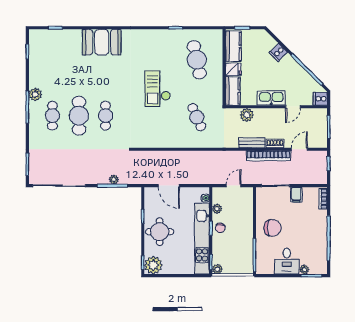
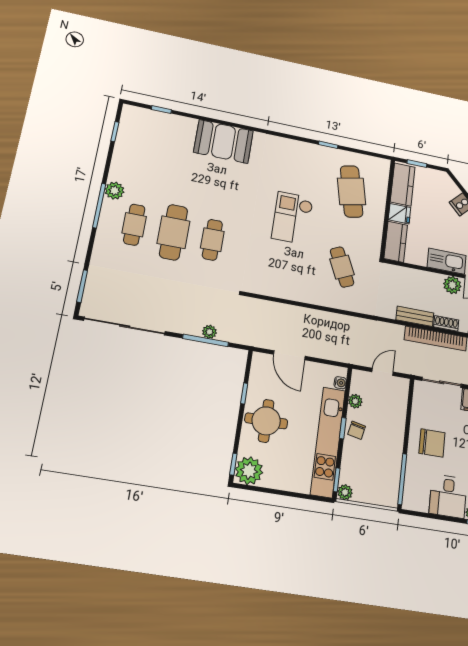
plant: (247, 115) -> (452, 285), moved

